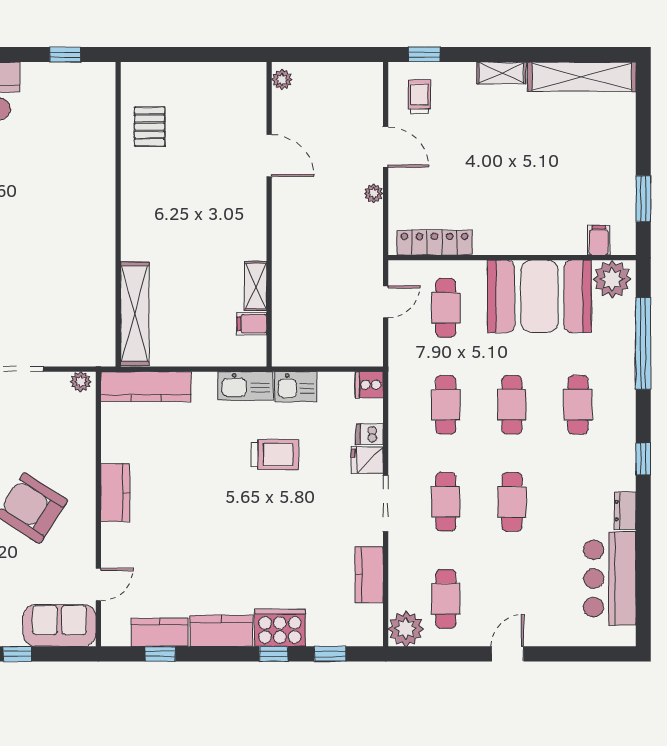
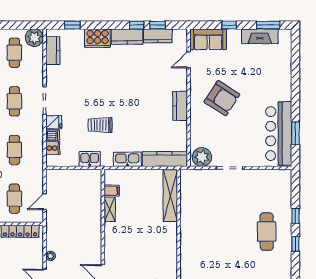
plant: (81, 382) -> (202, 157), width x1.88, depth x1.88
cooker: (369, 385) -> (53, 148), moved
kitchen sink: (245, 386) -> (127, 159), moved
kitchen counter: (369, 575) -> (53, 51), moved
window: (274, 654) -> (137, 25), moved

